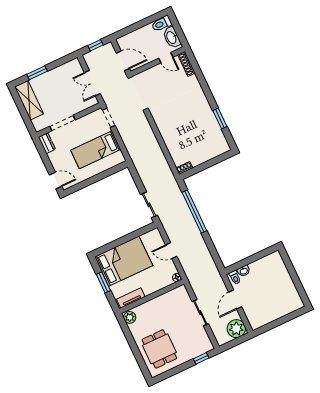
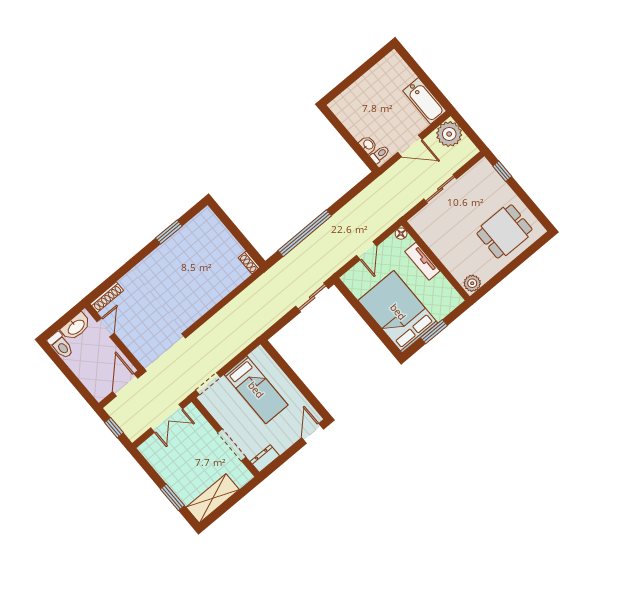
tv unit: (131, 298) -> (422, 261), moved
bathtub: (264, 318) -> (425, 101), added

